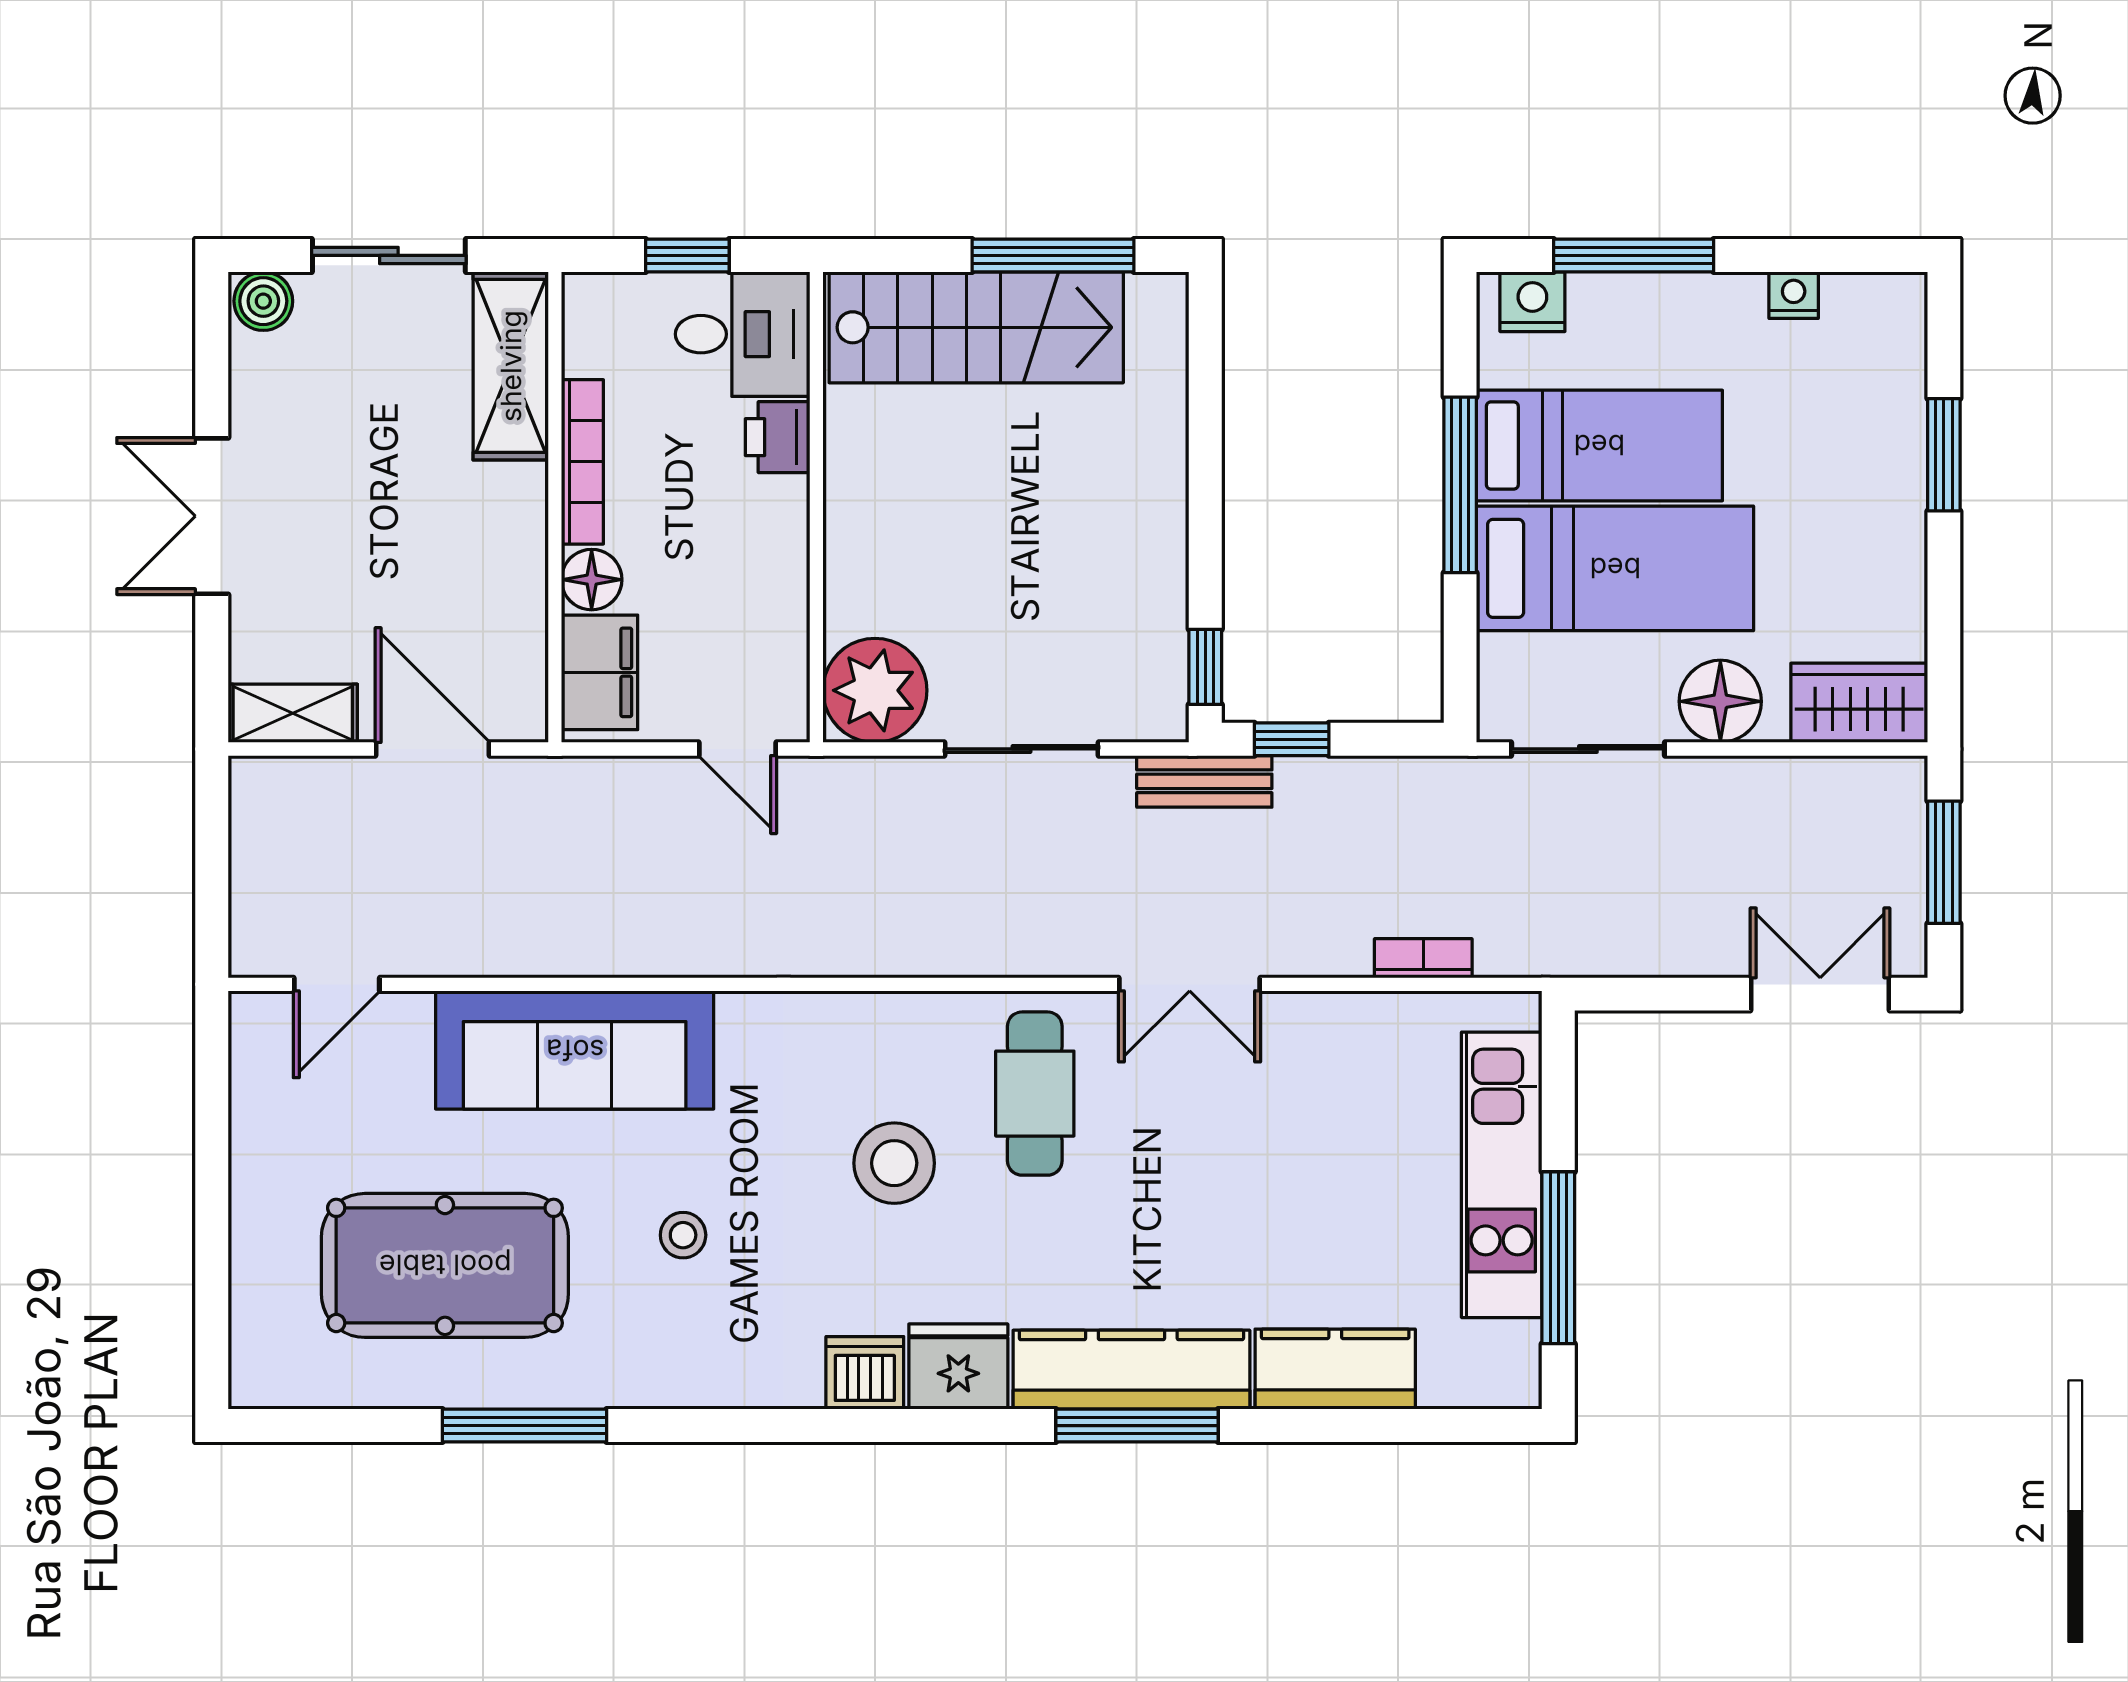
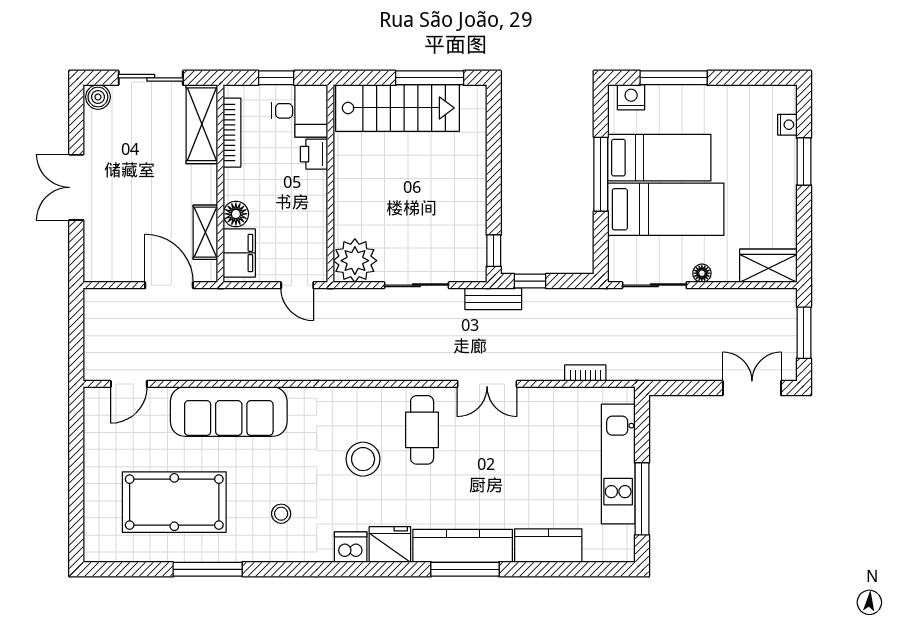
nightstand: (1794, 295) -> (787, 125), moved, turned 90
bookcase: (582, 462) -> (232, 133), moved
floor lamp: (1720, 701) -> (702, 273), width x0.53, depth x0.53
shelving: (293, 713) -> (205, 232), moved, turned 90
stool: (683, 1235) -> (281, 514), moved

